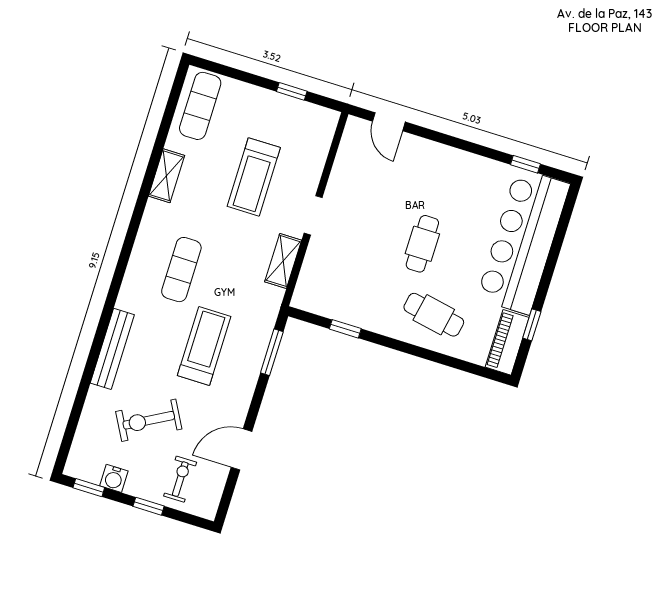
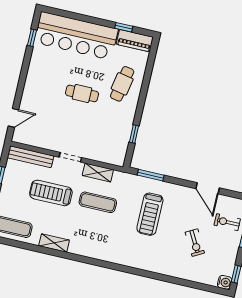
treadmill: (254, 177) -> (51, 193), turned 180
exercise mat: (181, 270) -> (98, 202), moved
treadmill: (204, 346) -> (150, 214), turned -90
bench: (112, 349) -> (31, 157), moved
exercise bike: (149, 420) -> (195, 243), width x0.73, depth x0.72
water cooler: (114, 478) -> (225, 282), moved

